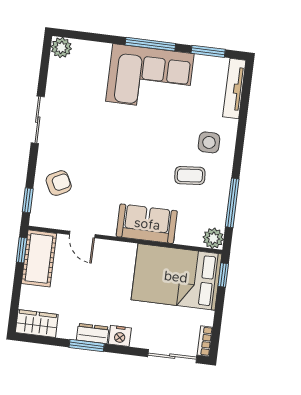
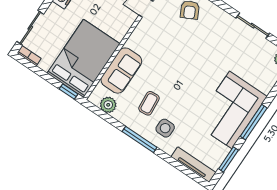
sliding door: (38, 120) -> (253, 26), moved
window: (232, 203) -> (140, 139), moved
sofa: (147, 224) -> (121, 71), moved
plant: (213, 238) -> (108, 105), moved

